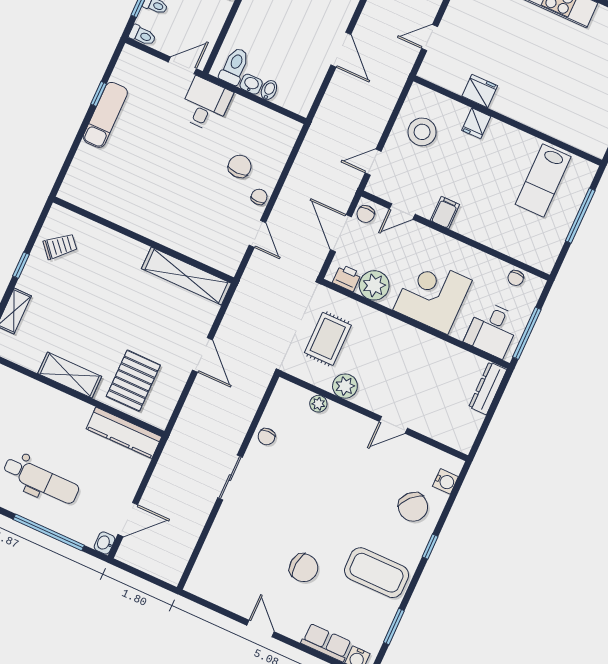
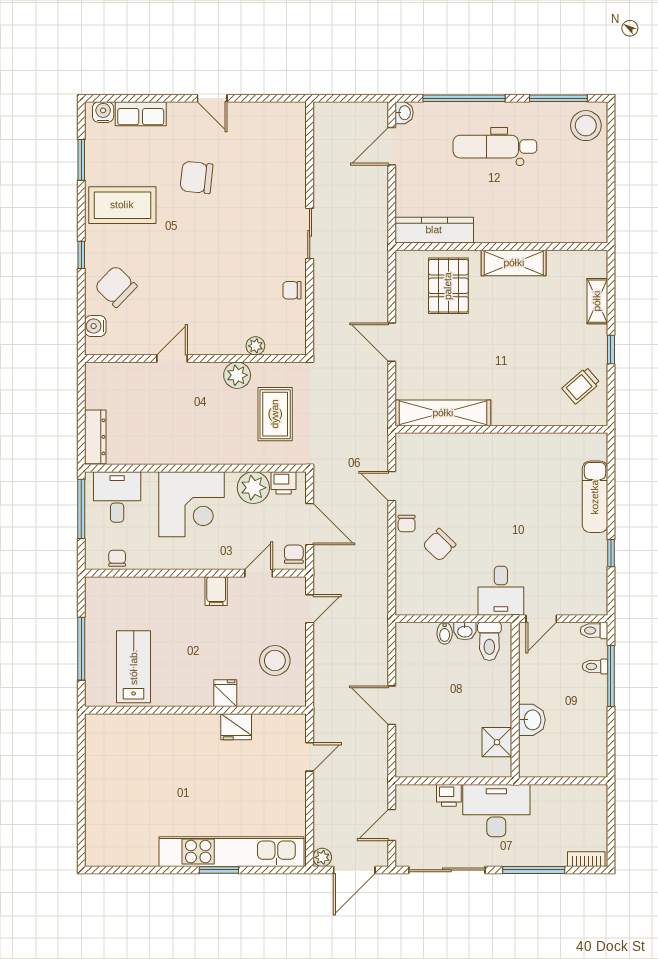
exam couch: (105, 115) -> (595, 497), moved
chair: (240, 166) -> (439, 545), turned 44
chair: (267, 437) -> (292, 290), turned -90

